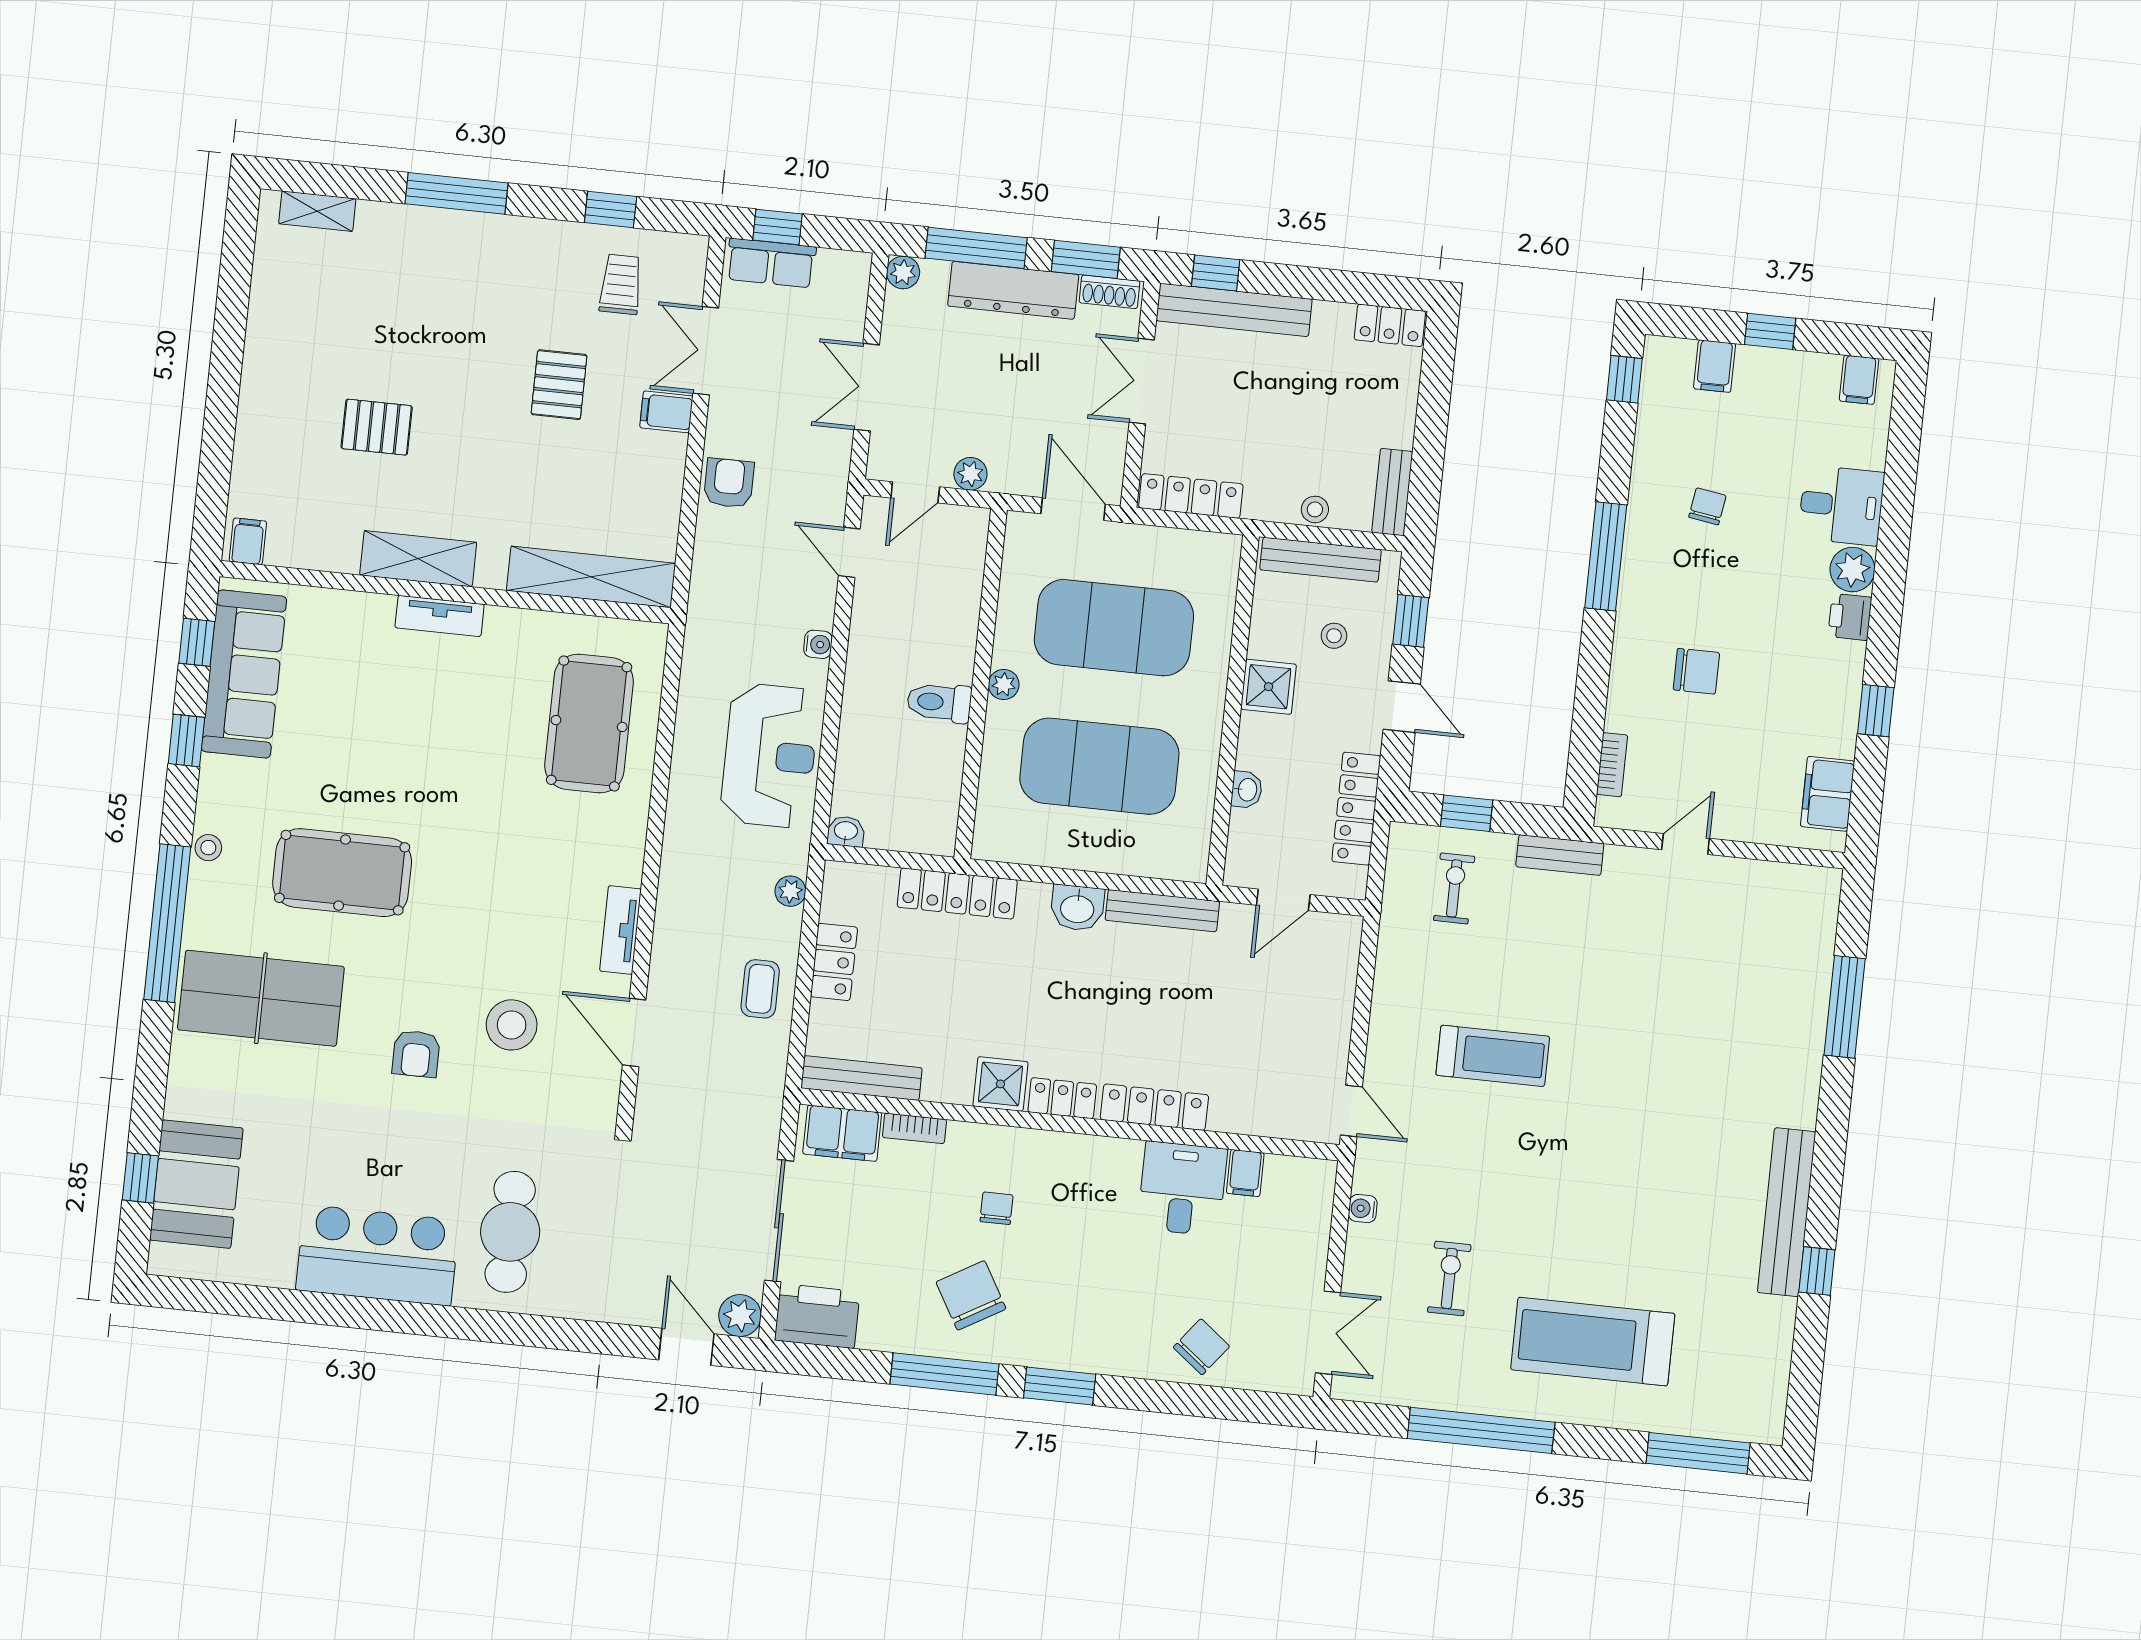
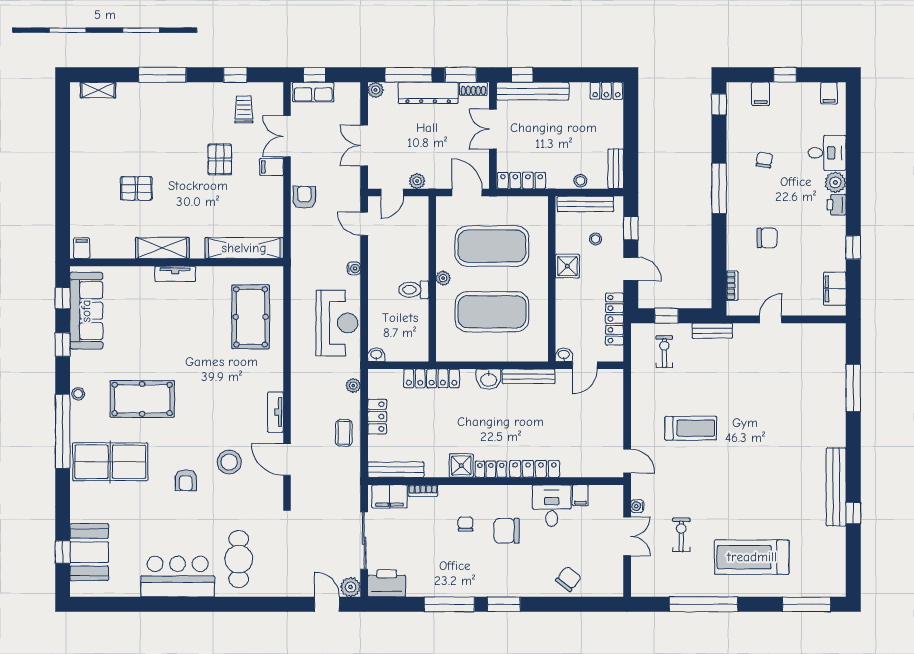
washbasin: (1247, 790) -> (564, 355), moved, turned -90
chair: (971, 1295) -> (507, 531), moved, turned -60
double door: (1328, 1333) -> (627, 536), moved

